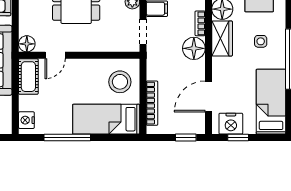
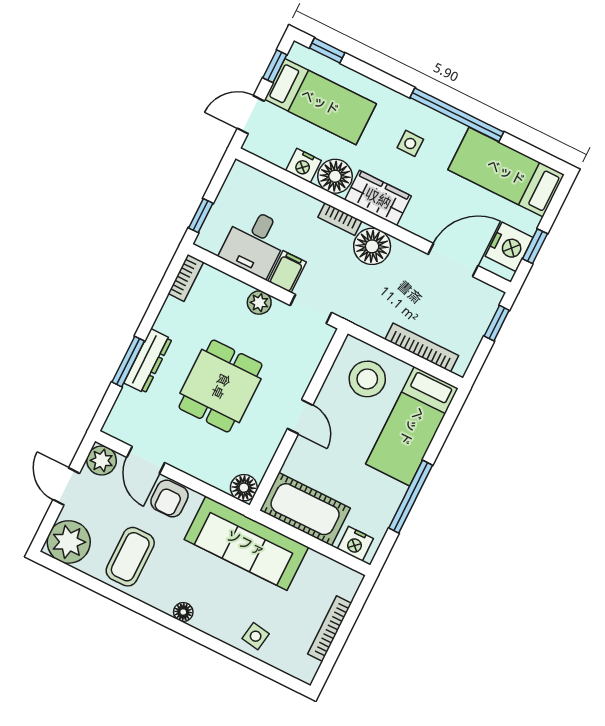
door: (55, 55) -> (300, 417), moved
cot: (28, 77) -> (305, 509), width x1.37, depth x1.34
door: (208, 96) -> (453, 260), swing flipped

